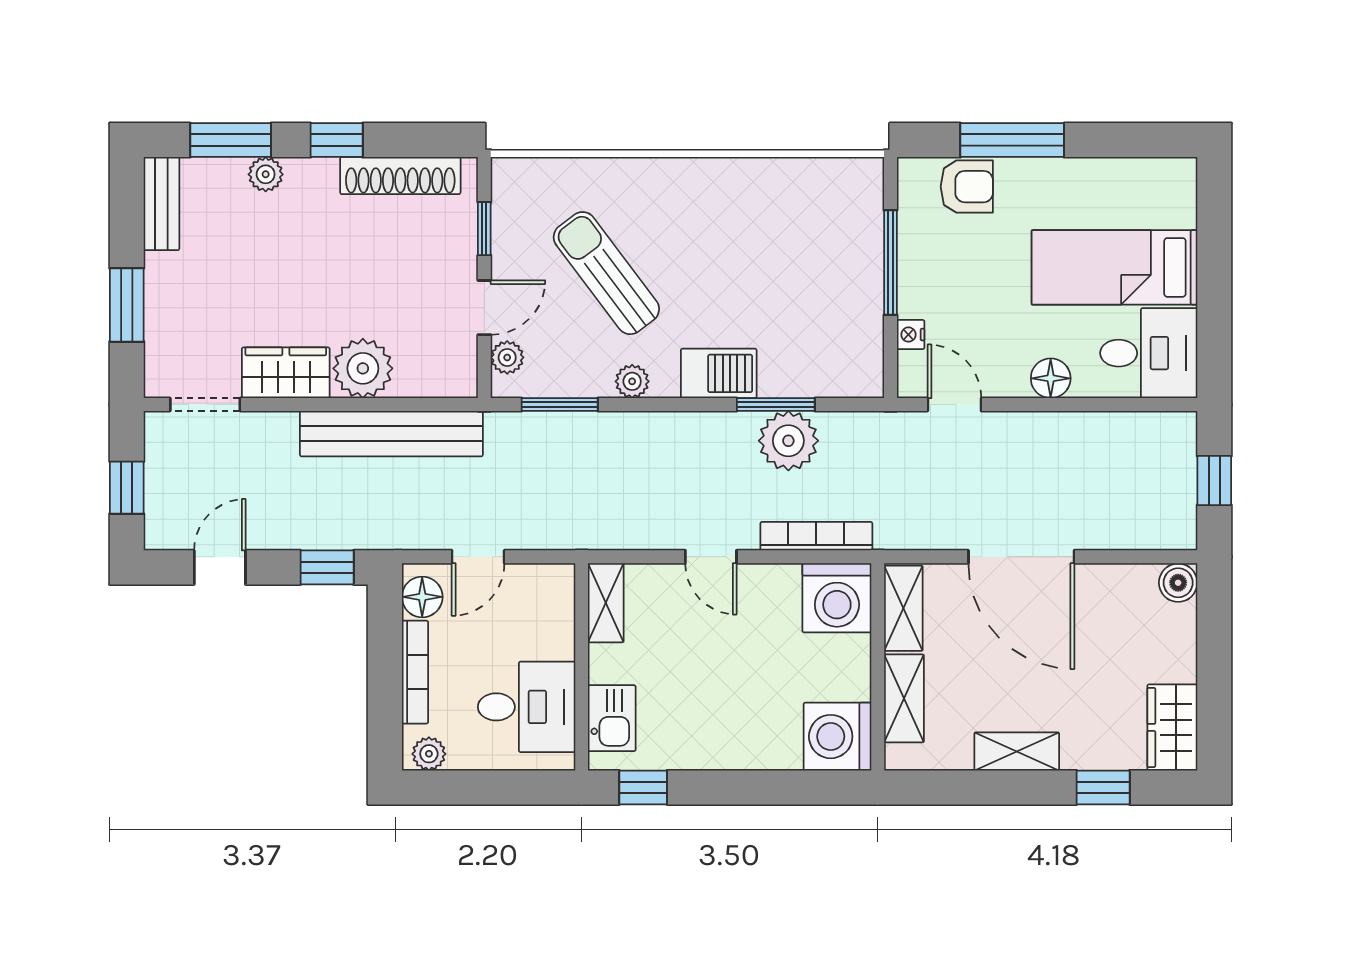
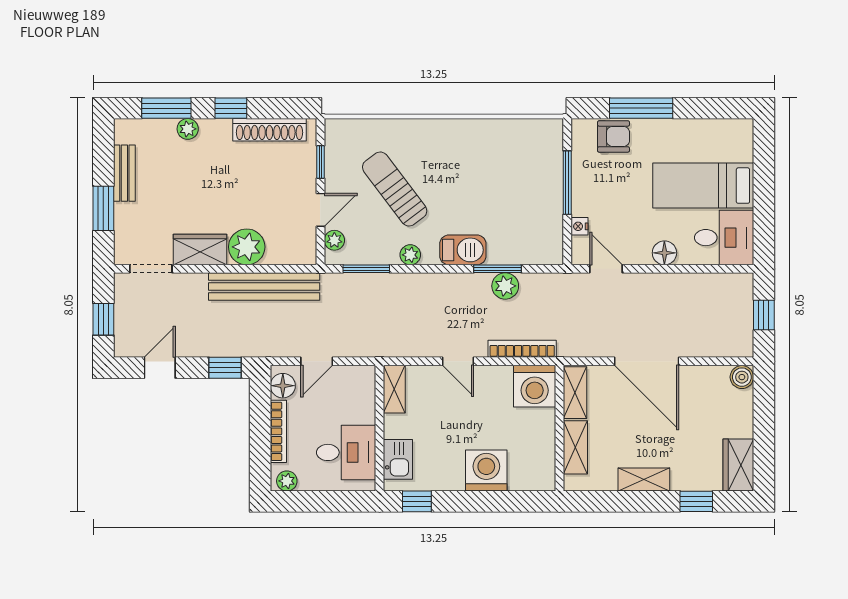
bench: (162, 204) -> (124, 173), moved
plant: (788, 441) -> (505, 286), width x0.73, depth x0.73
washing machine: (838, 737) -> (486, 470), moved, turned 90

